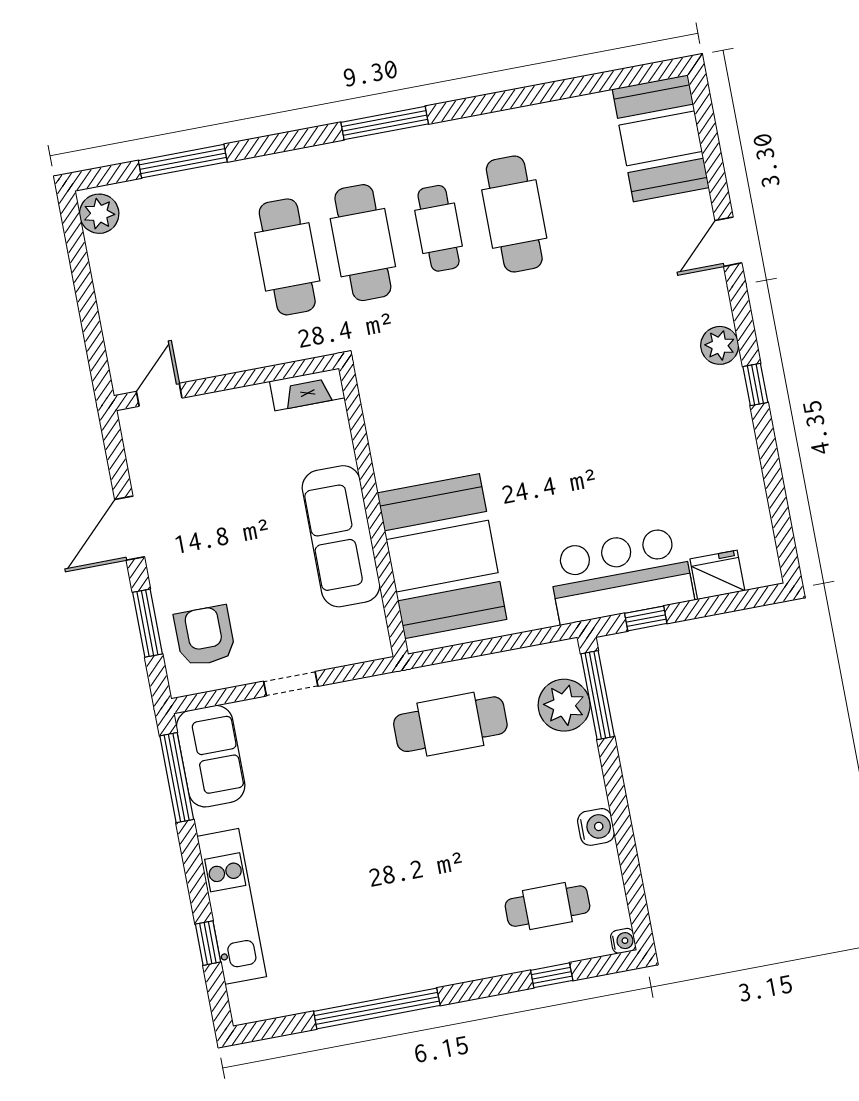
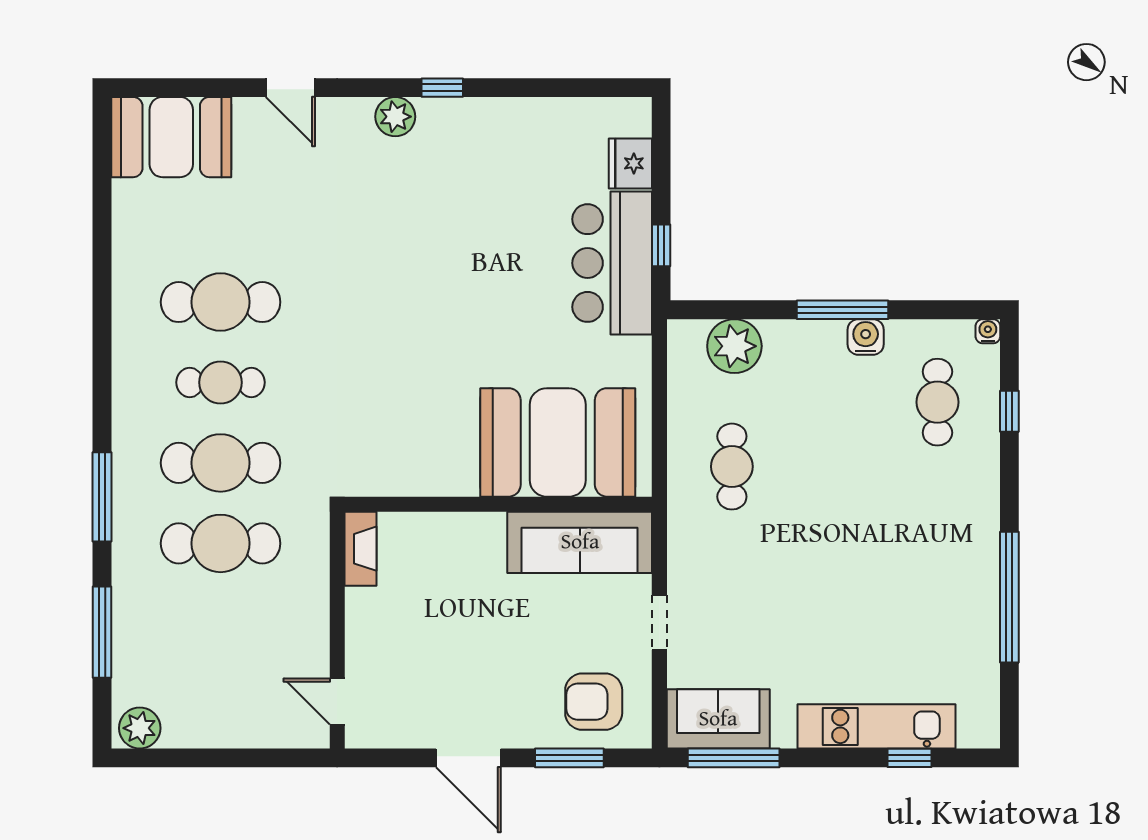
window: (385, 123) -> (102, 497), moved
sofa: (341, 536) -> (580, 542), moved
window: (598, 695) -> (843, 310), moved
cafe table: (450, 724) -> (732, 467), width x0.73, depth x0.74

